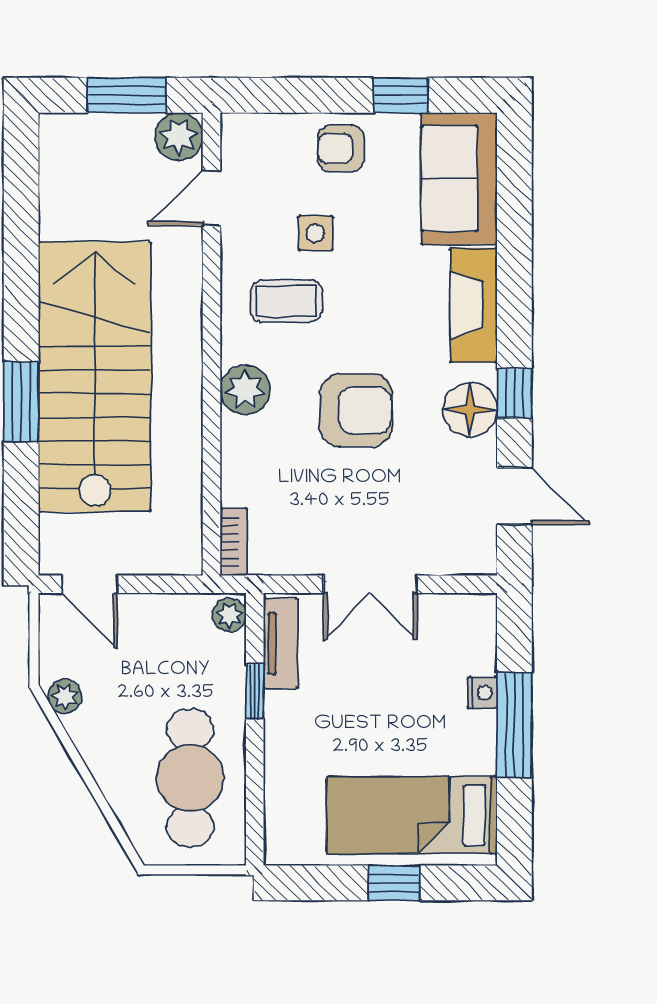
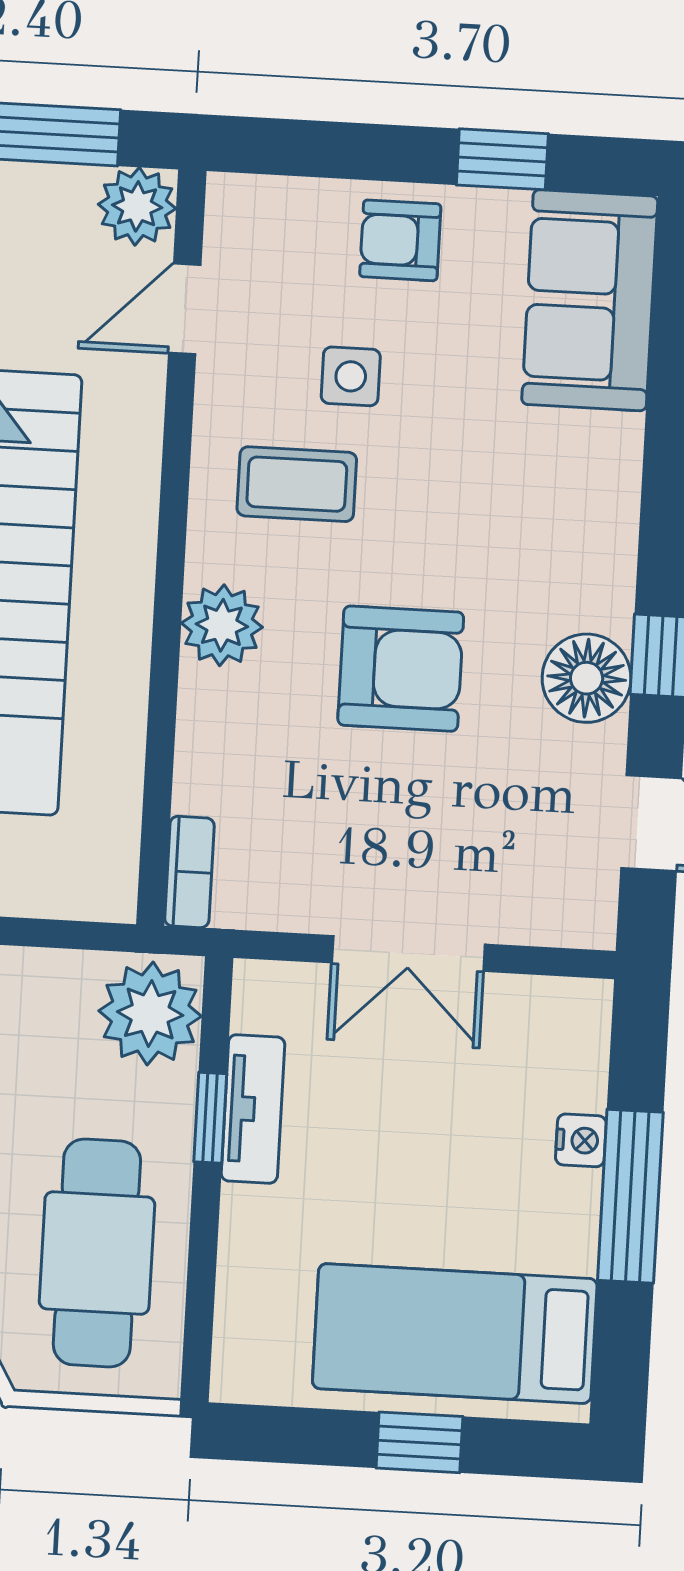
fireplace: (474, 305) -> (602, 508), removed
plant: (229, 615) -> (150, 1014), width x1.88, depth x1.88
tv unit: (281, 643) -> (253, 1109), moved

